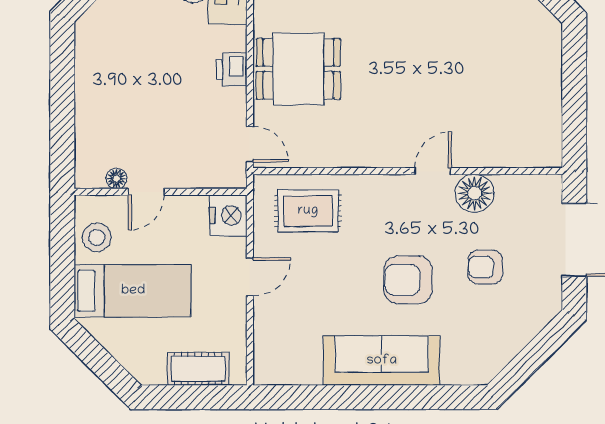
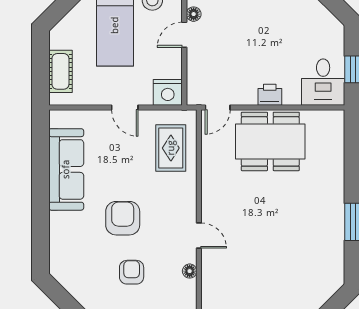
dining table: (298, 69) -> (270, 141), width x1.38
door: (146, 192) -> (184, 35), hinge flipped
floor lamp: (475, 193) -> (190, 271), width x0.53, depth x0.53
sofa: (382, 361) -> (66, 169), moved

